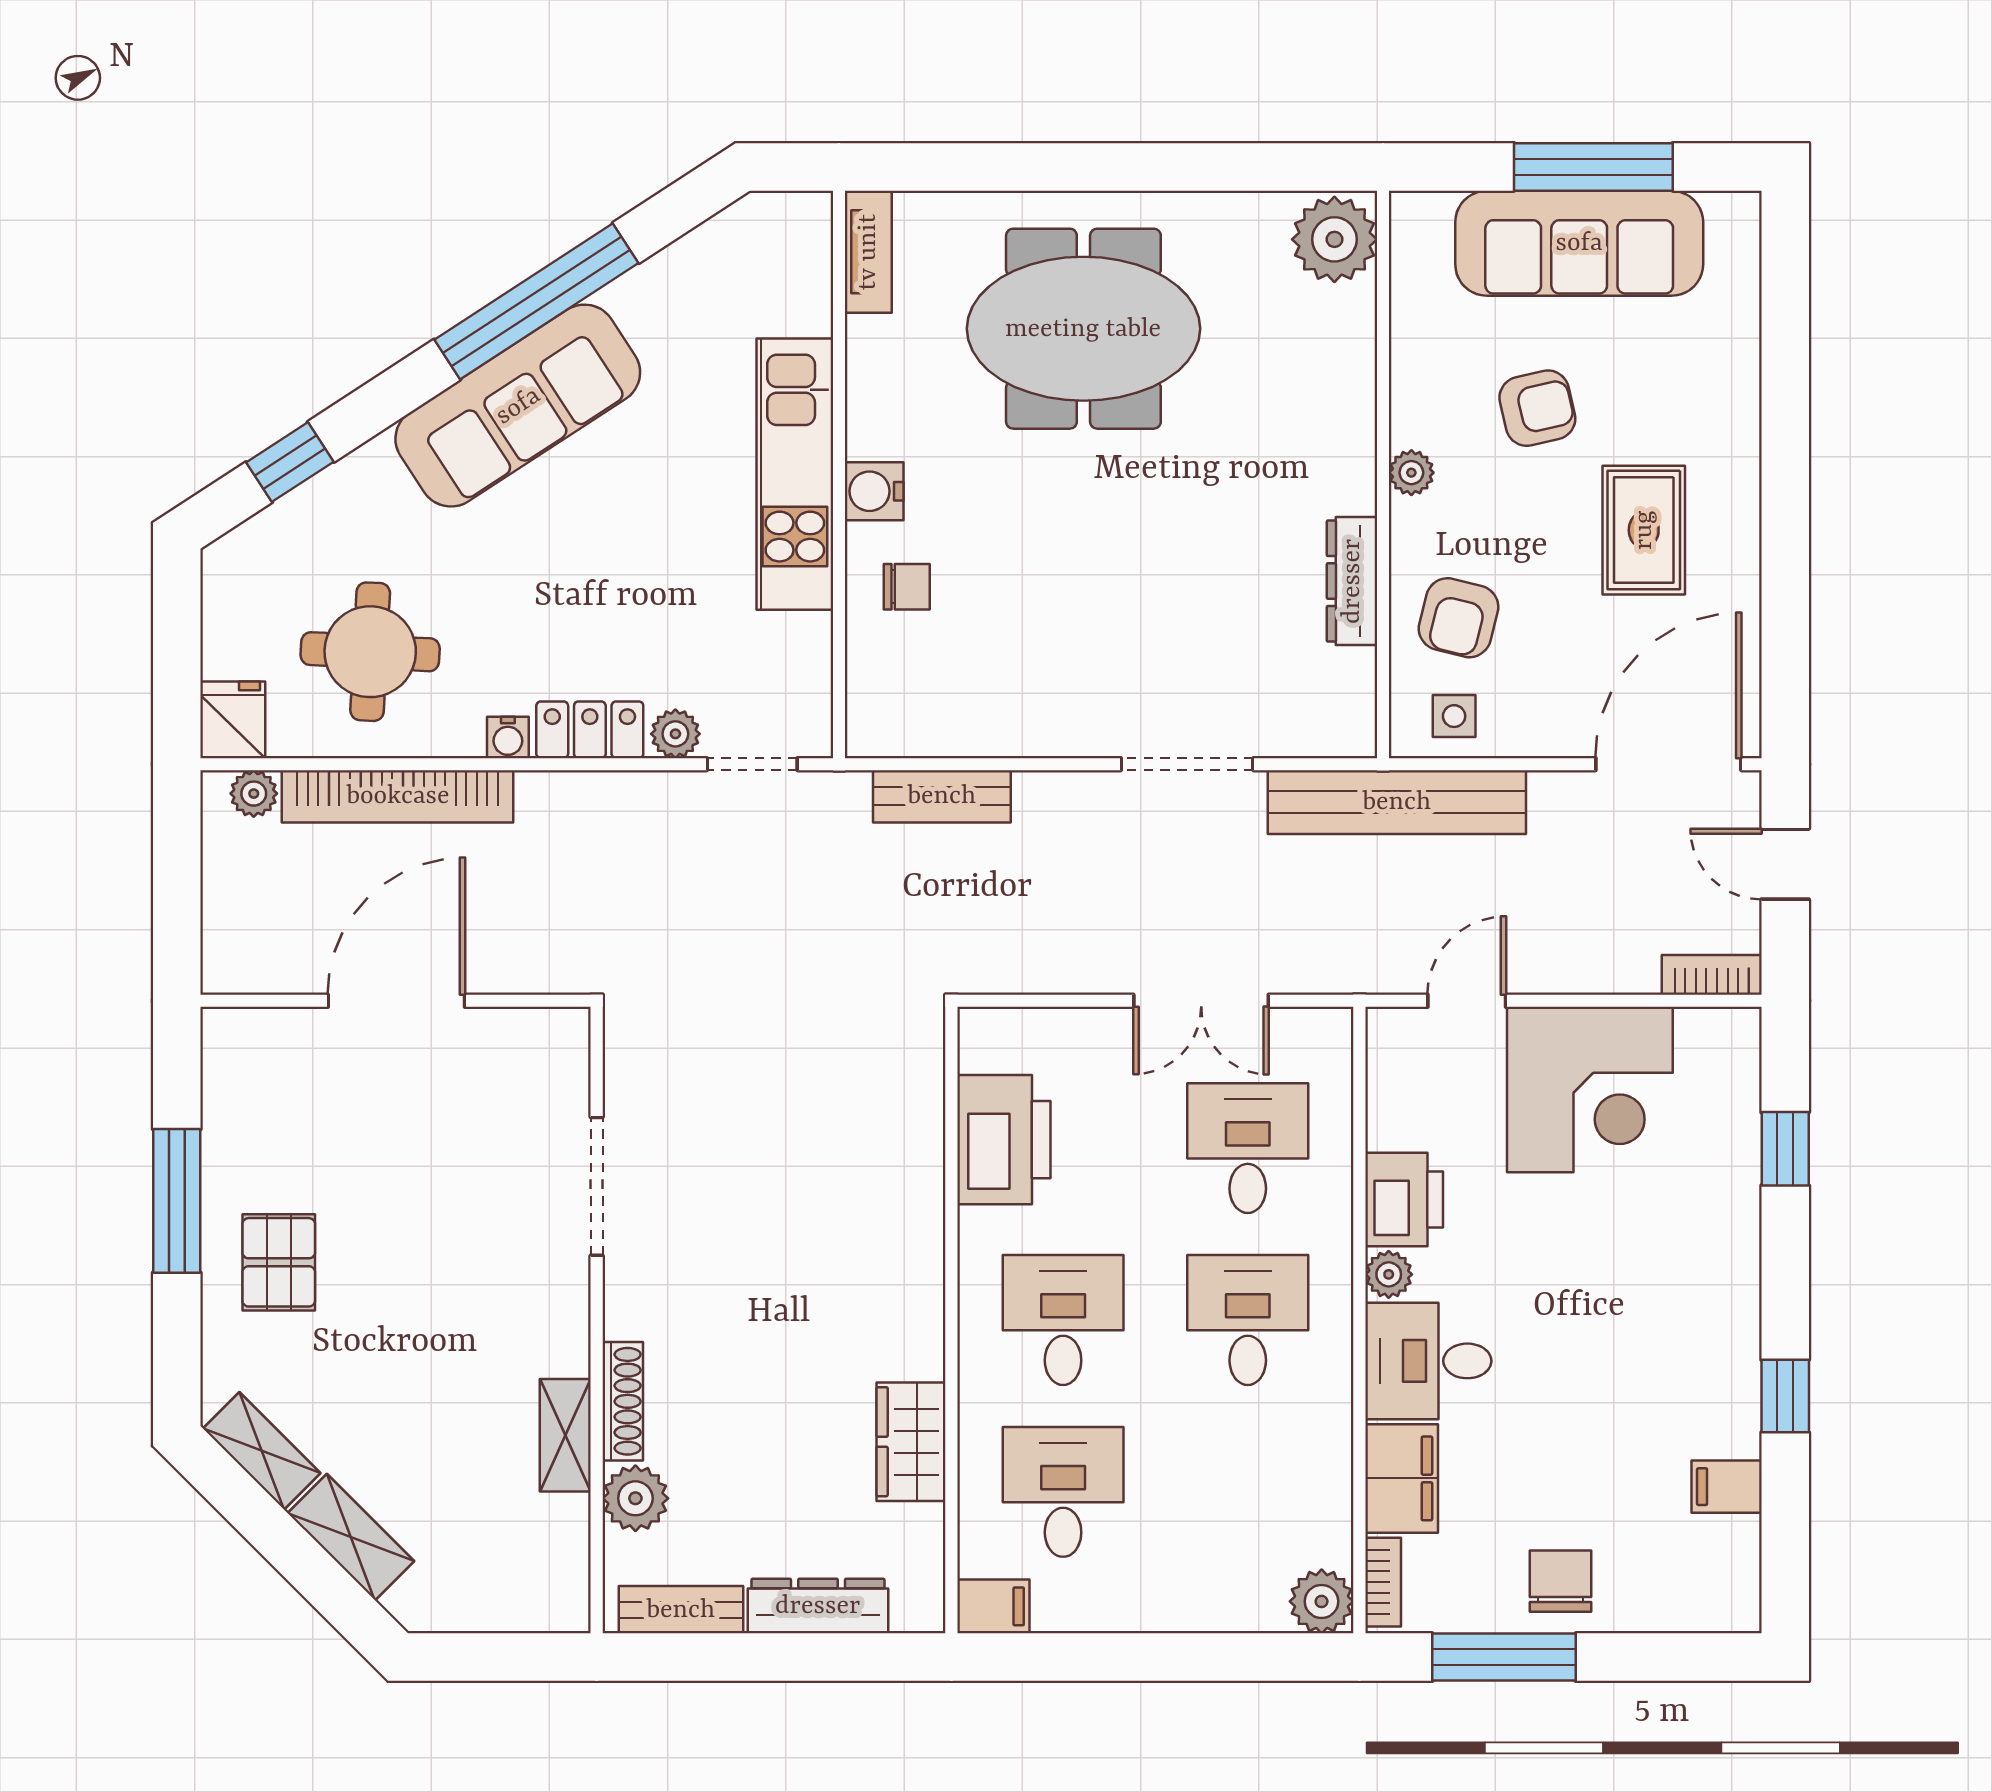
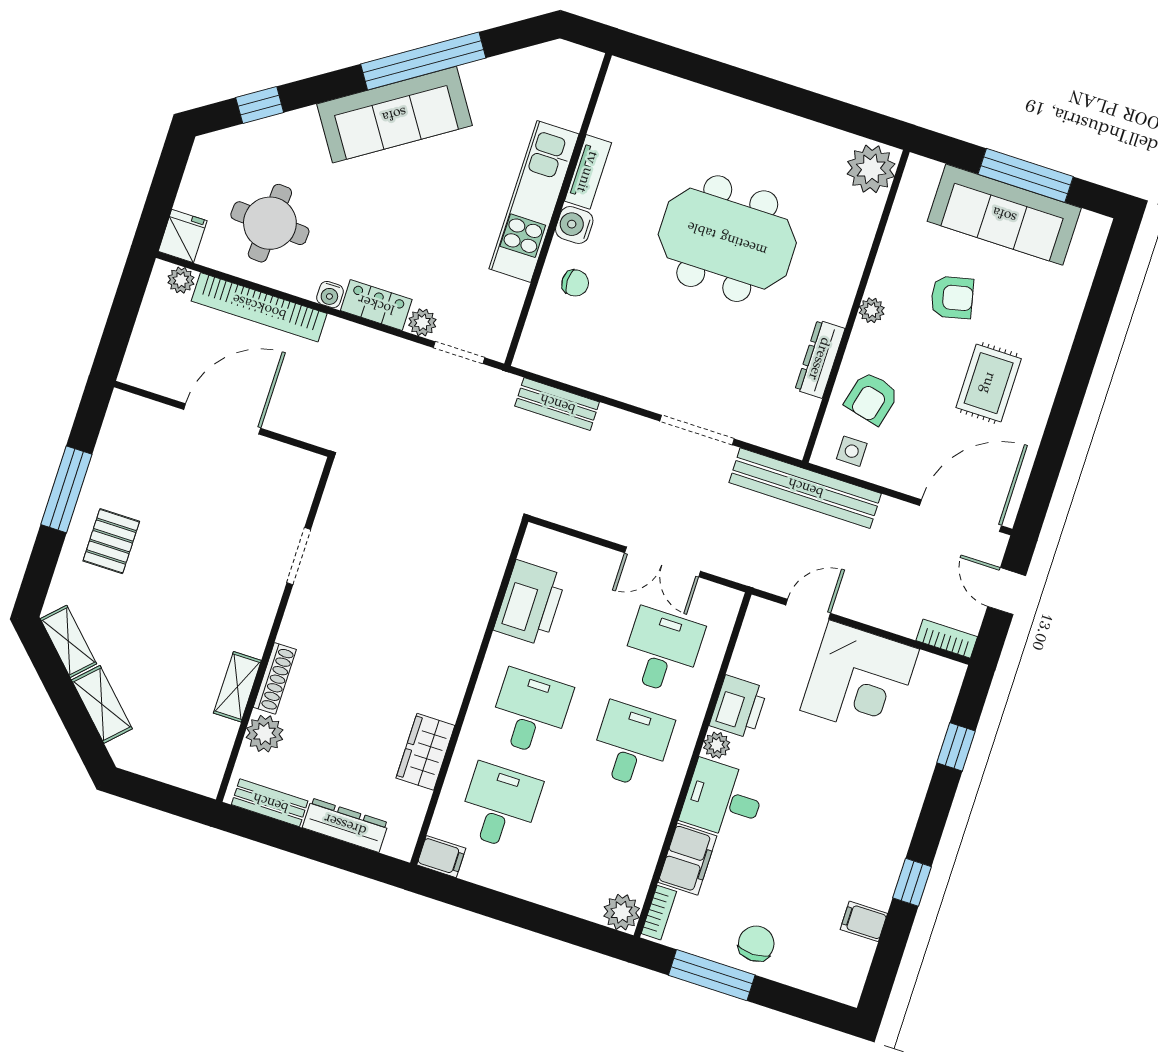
tv unit: (868, 252) -> (588, 172), moved
meeting table: (1083, 329) -> (727, 239), moved
doorway: (597, 1186) -> (299, 556), width x0.73

